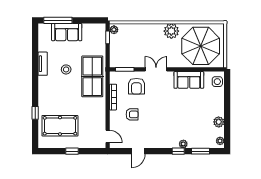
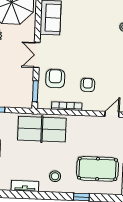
stool: (66, 69) -> (55, 176), moved
armchair: (136, 86) -> (55, 78), turned -90
pool table: (60, 126) -> (98, 169), turned 90

